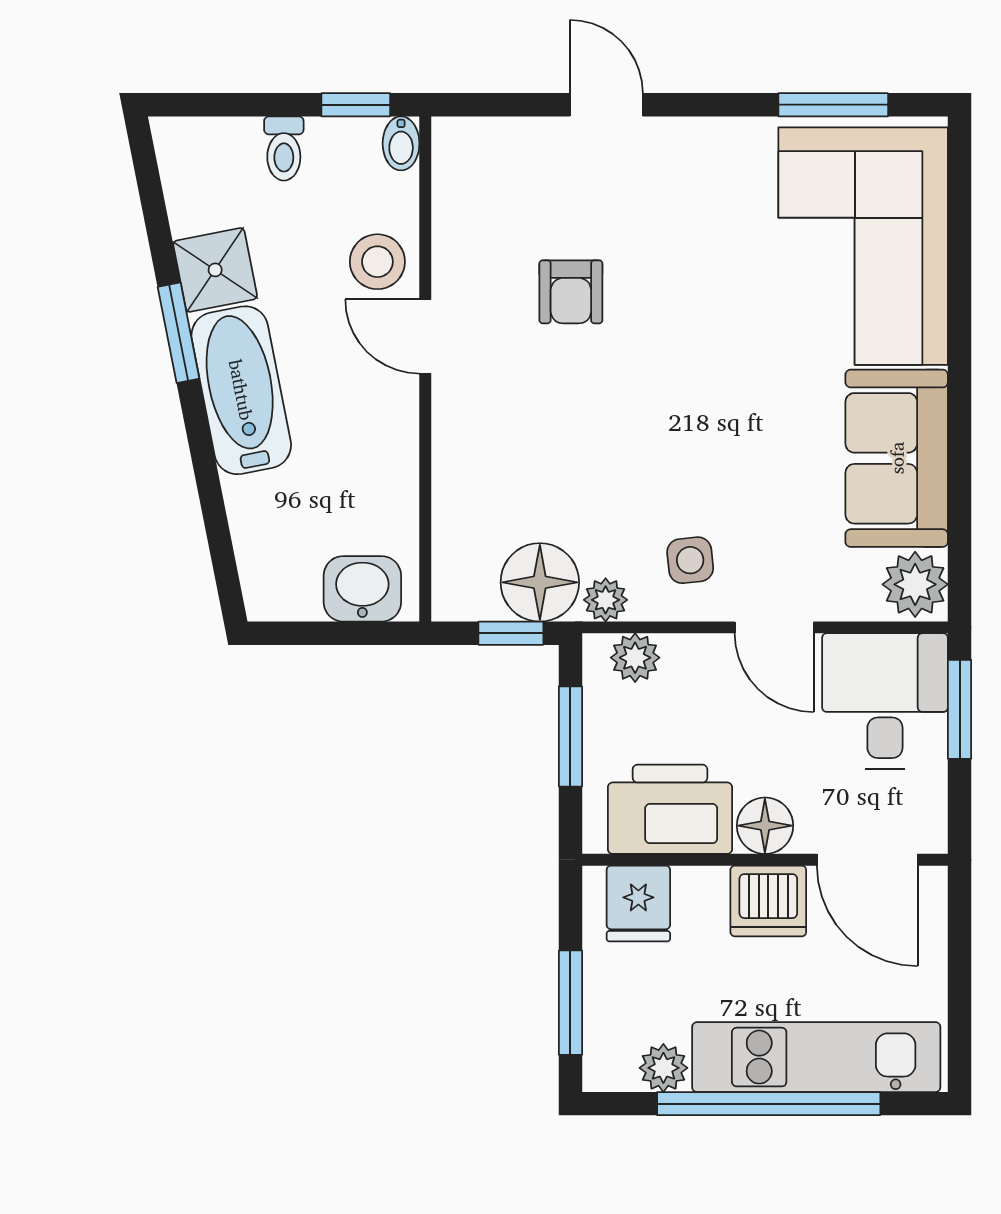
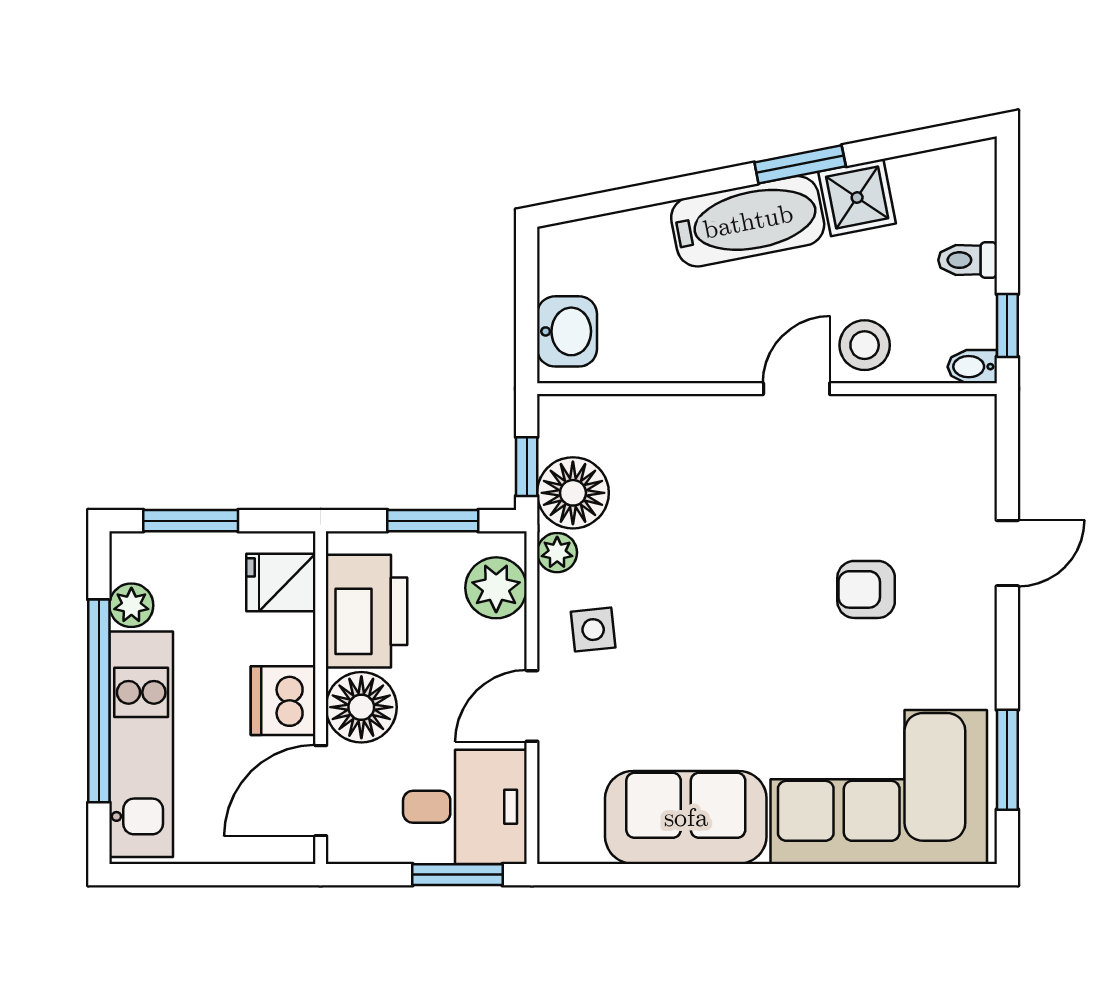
armchair: (571, 292) -> (866, 589), moved
plant: (915, 584) -> (571, 834), removed
plant: (635, 658) -> (496, 588), width x1.38, depth x1.38
floor lamp: (765, 826) -> (361, 707), width x1.38, depth x1.38

